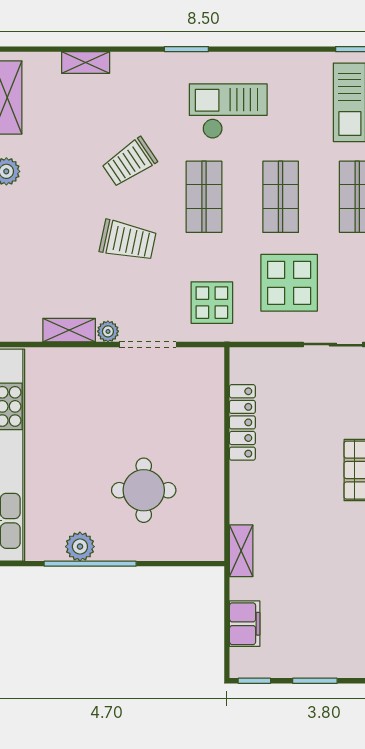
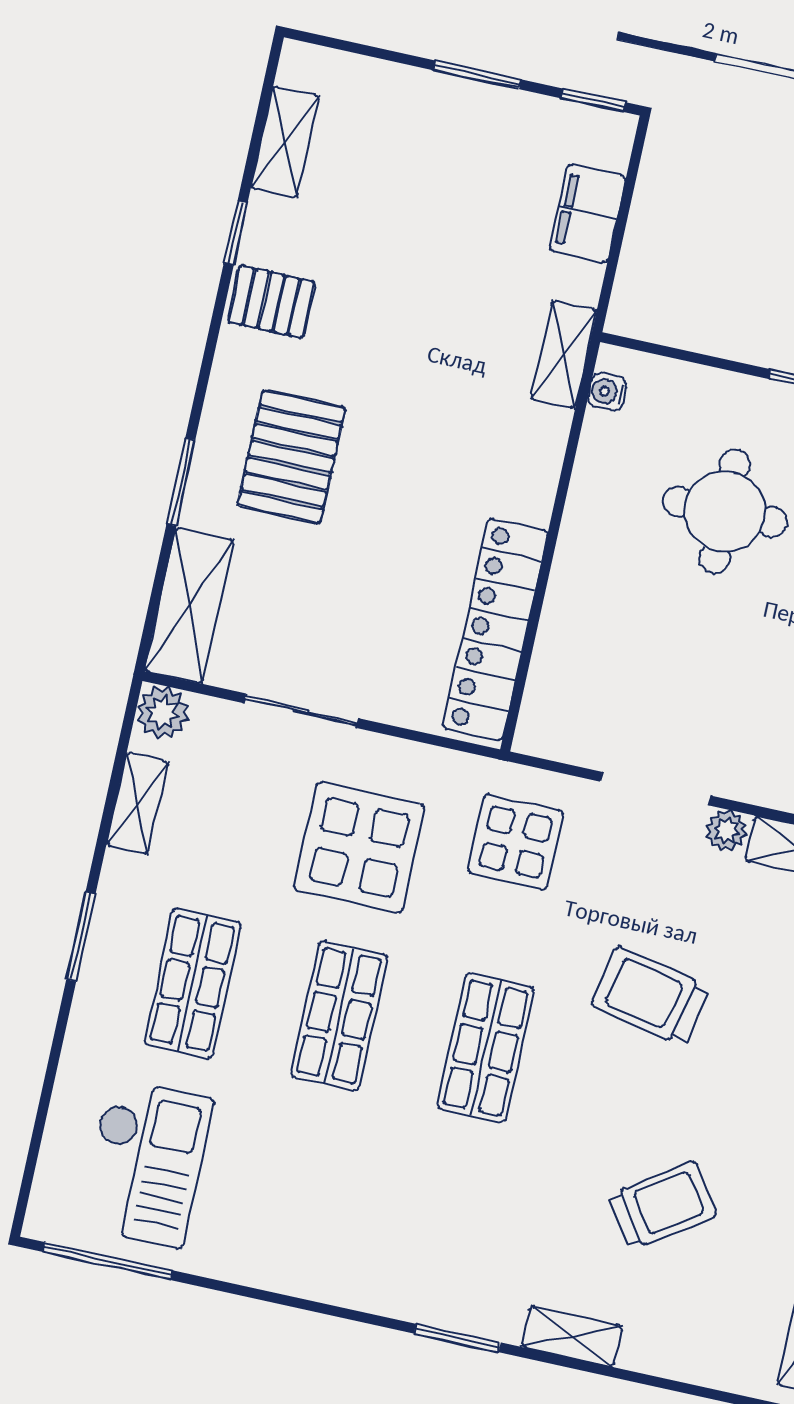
shelving: (86, 62) -> (572, 1336), moved
checkout: (228, 111) -> (404, 1202), removed
trolley: (129, 162) -> (662, 1205), moved
locker: (242, 422) -> (495, 629), width x1.41, depth x1.21
water cooler: (215, 537) -> (607, 392), added

